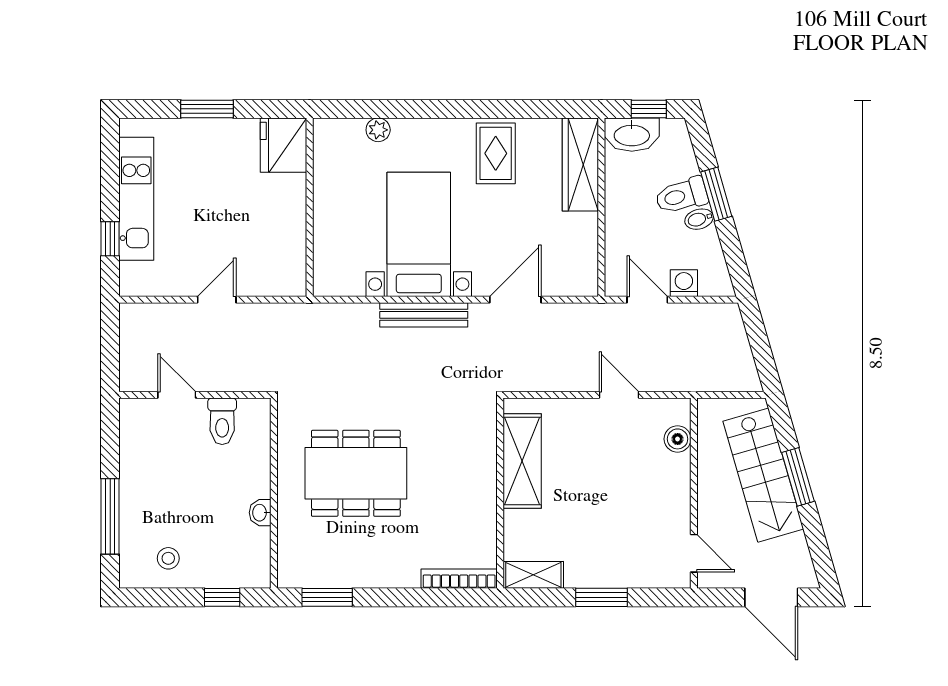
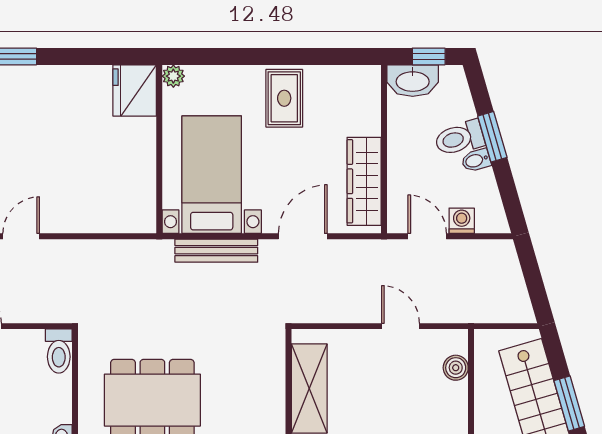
fridge: (284, 145) -> (135, 91), moved
wardrobe: (580, 165) -> (364, 181), moved
wall: (310, 207) -> (159, 149), moved
toilet: (222, 421) -> (59, 351), moved

